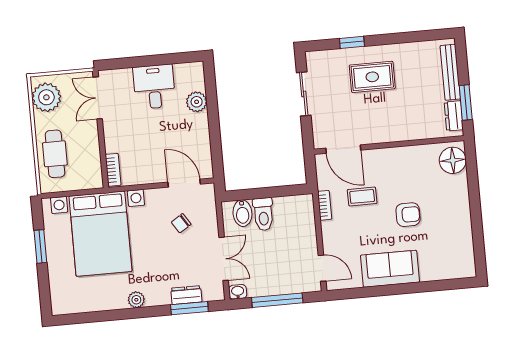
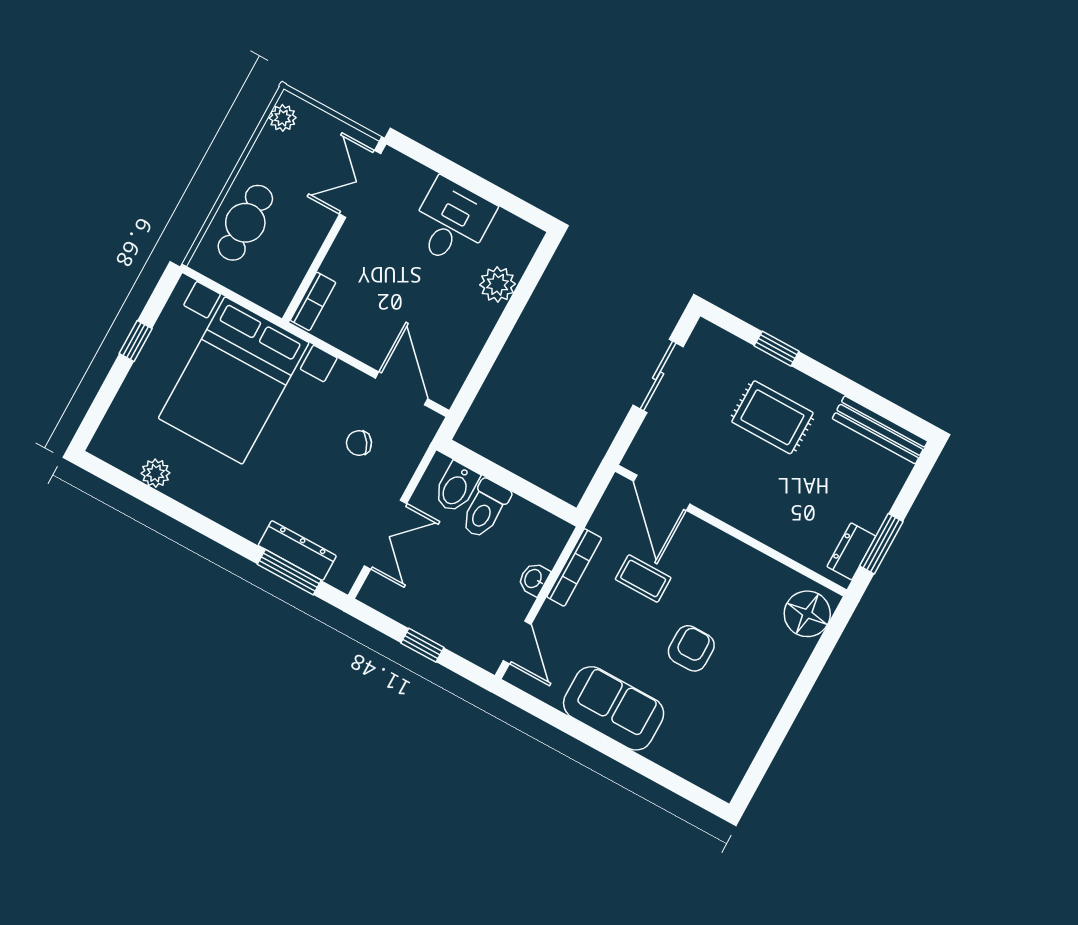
bench: (450, 72) -> (880, 430), moved, turned 90
plant: (46, 97) -> (283, 118), width x0.53, depth x0.53
bookcase: (325, 205) -> (574, 567), width x1.56
armchair: (408, 215) -> (691, 648), turned -90
window: (40, 246) -> (136, 341), width x0.67
washbasin: (238, 292) -> (534, 579), moved, turned -90
dresser: (186, 295) -> (297, 551), width x1.44
plant: (136, 300) -> (155, 473), moved
window: (277, 300) -> (422, 645), width x0.46

